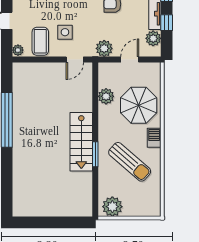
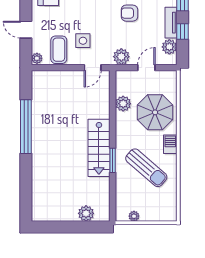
plant: (112, 207) -> (134, 216), width x0.53, depth x0.53
plant: (68, 208) -> (86, 213), added

